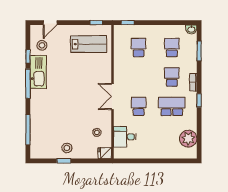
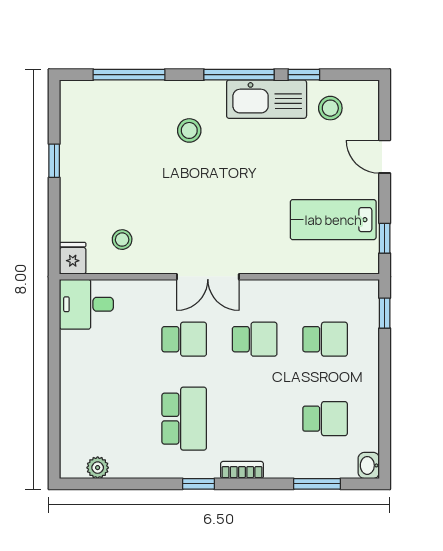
door: (50, 23) -> (385, 157), moved
lab bench: (89, 44) -> (333, 220), turned 90
school desk: (172, 77) -> (255, 339), moved
double door: (112, 97) -> (208, 277), swing flipped
desk: (125, 137) -> (86, 304), moved, turned -90
plant: (188, 139) -> (98, 468), width x0.53, depth x0.53
stool: (67, 148) -> (189, 130), moved

